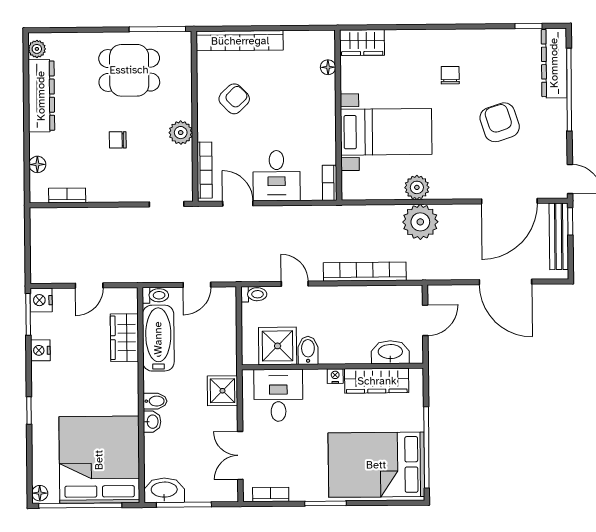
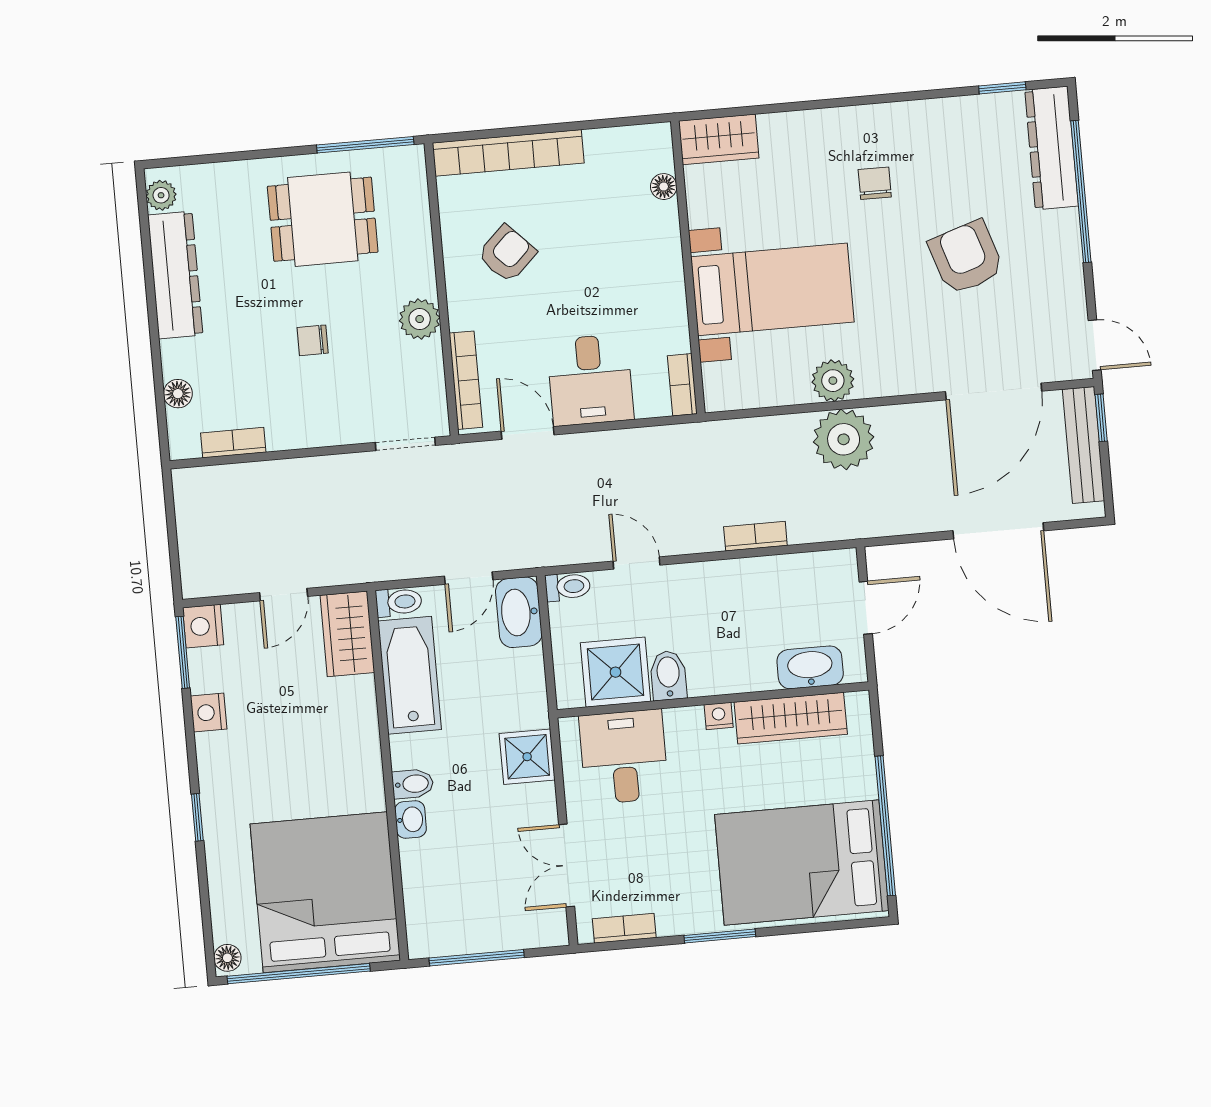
bookcase: (365, 272) -> (755, 536), width x0.43, depth x0.76
wardrobe: (124, 338) -> (347, 634), moved
washbasin: (164, 490) -> (519, 612), moved, turned -90

